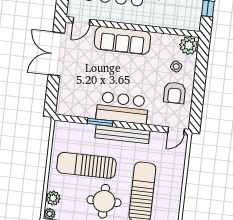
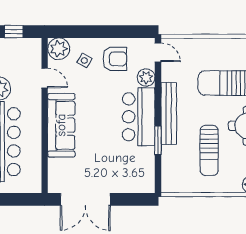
door: (81, 21) -> (45, 78), moved
plant: (155, 118) -> (146, 78), added
sun lounger: (86, 165) -> (209, 150), width x0.73, depth x0.75

